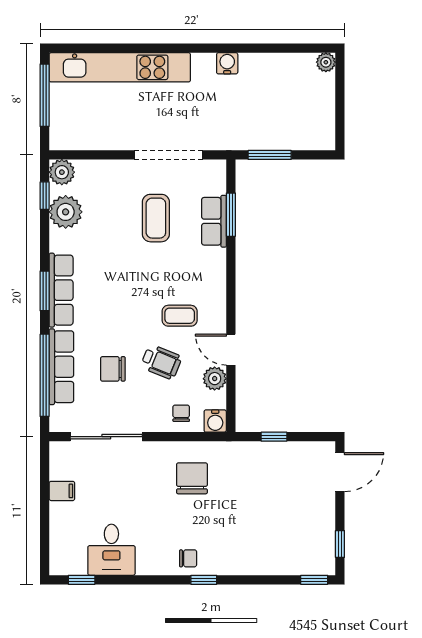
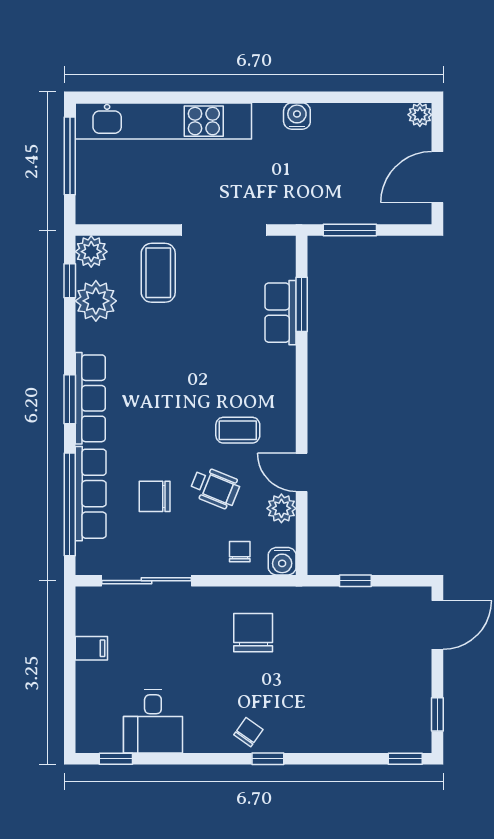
door: (340, 112) -> (437, 177), added
coffee table: (156, 218) -> (158, 273), moved
chair: (188, 558) -> (248, 732), turned -55

